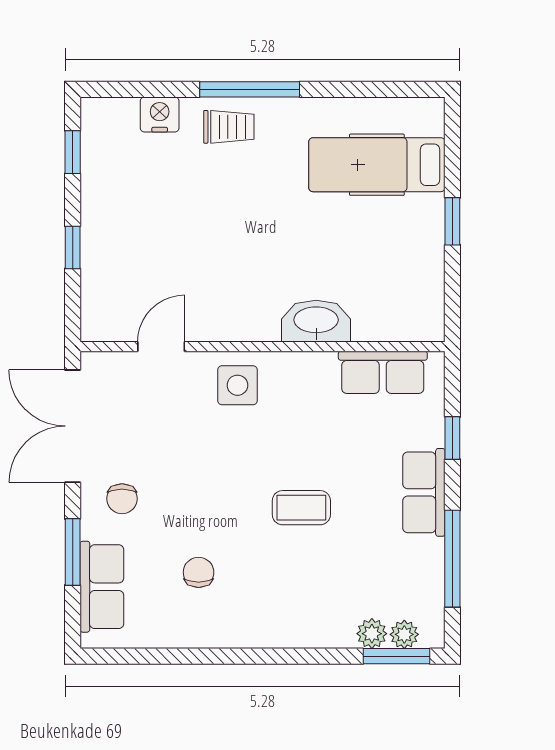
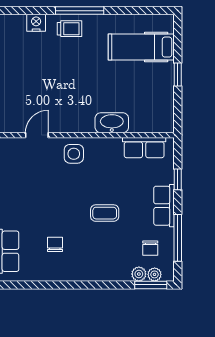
chair: (122, 499) -> (150, 248), moved

